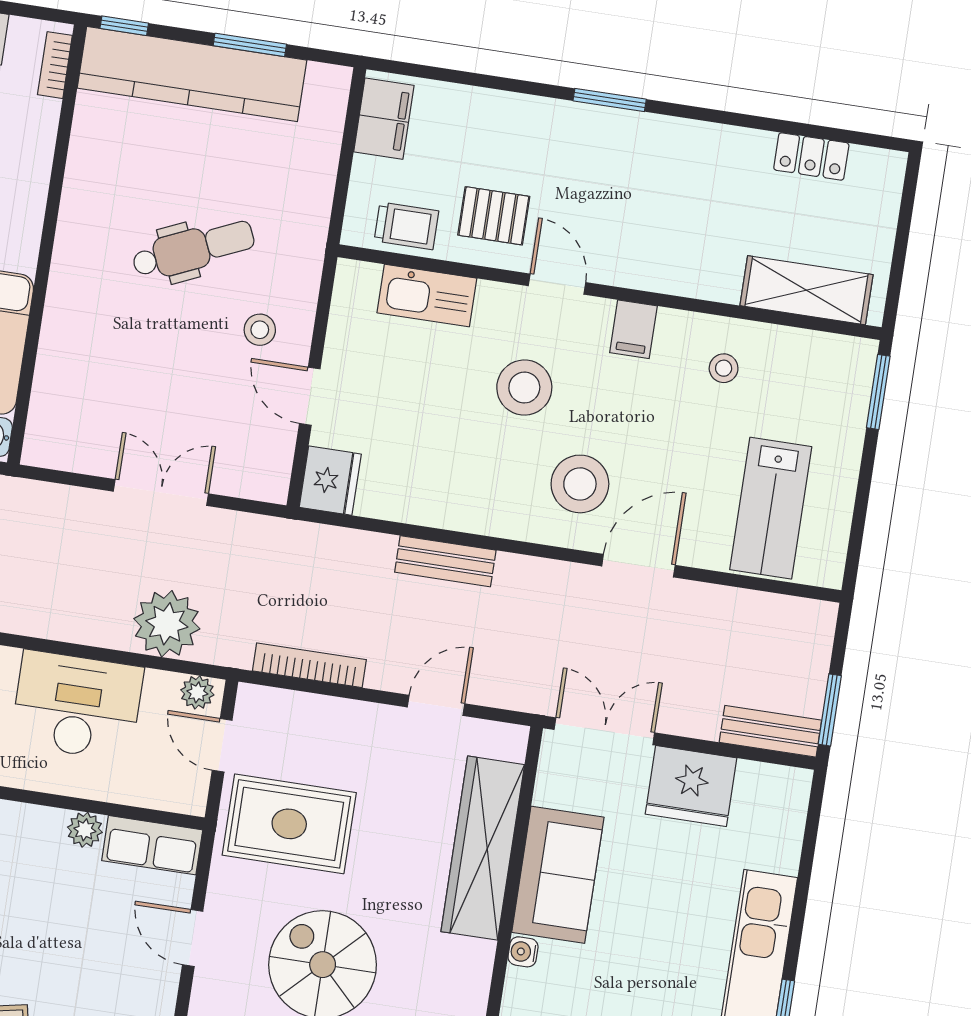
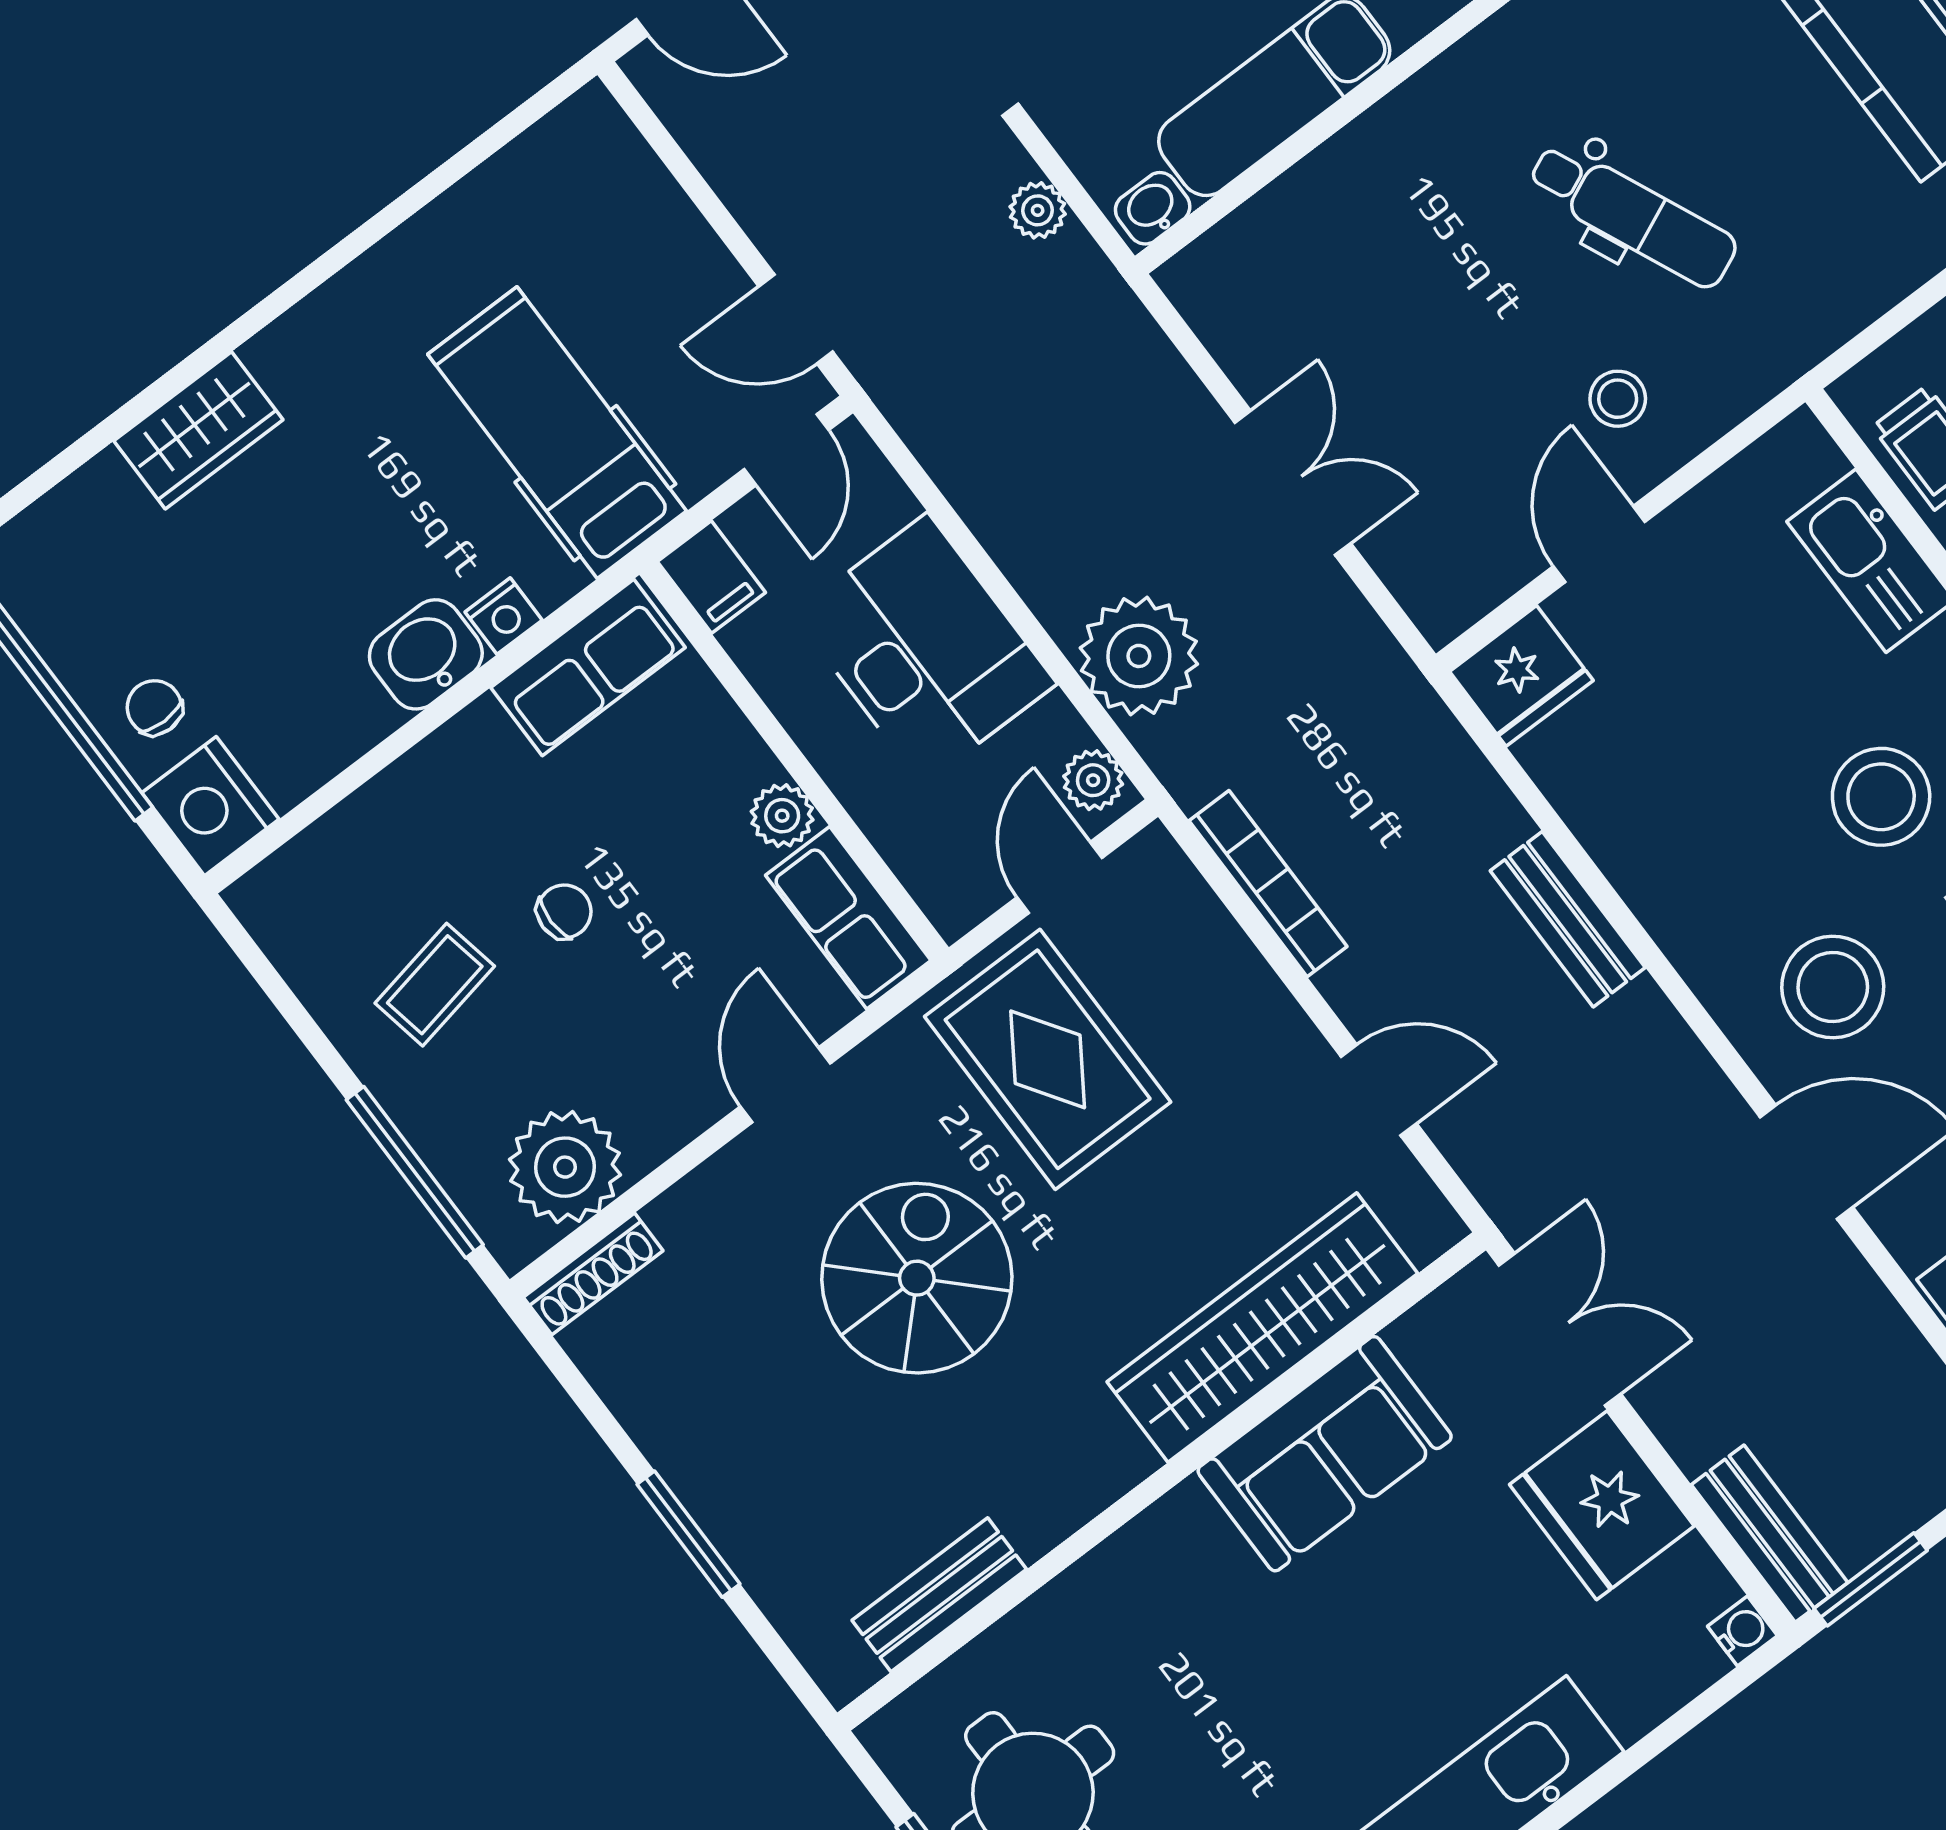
water cooler: (523, 952) -> (1742, 1631), moved, turned 90
chair: (34, 955) -> (564, 911), added

